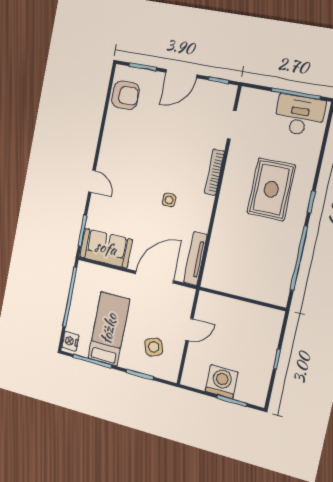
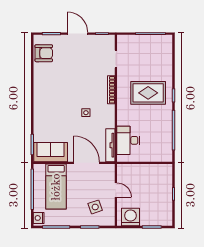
door: (181, 74) -> (78, 34), swing flipped
desk: (299, 115) -> (128, 140), moved, turned -90
door: (92, 181) -> (32, 112), removed
rug: (271, 189) -> (148, 93), turned 90
door: (154, 277) -> (86, 163), hinge flipped
bed: (109, 329) -> (56, 187), moved, turned 180
door: (189, 330) -> (116, 190), hinge flipped
washing machine: (222, 382) -> (130, 217), moved

